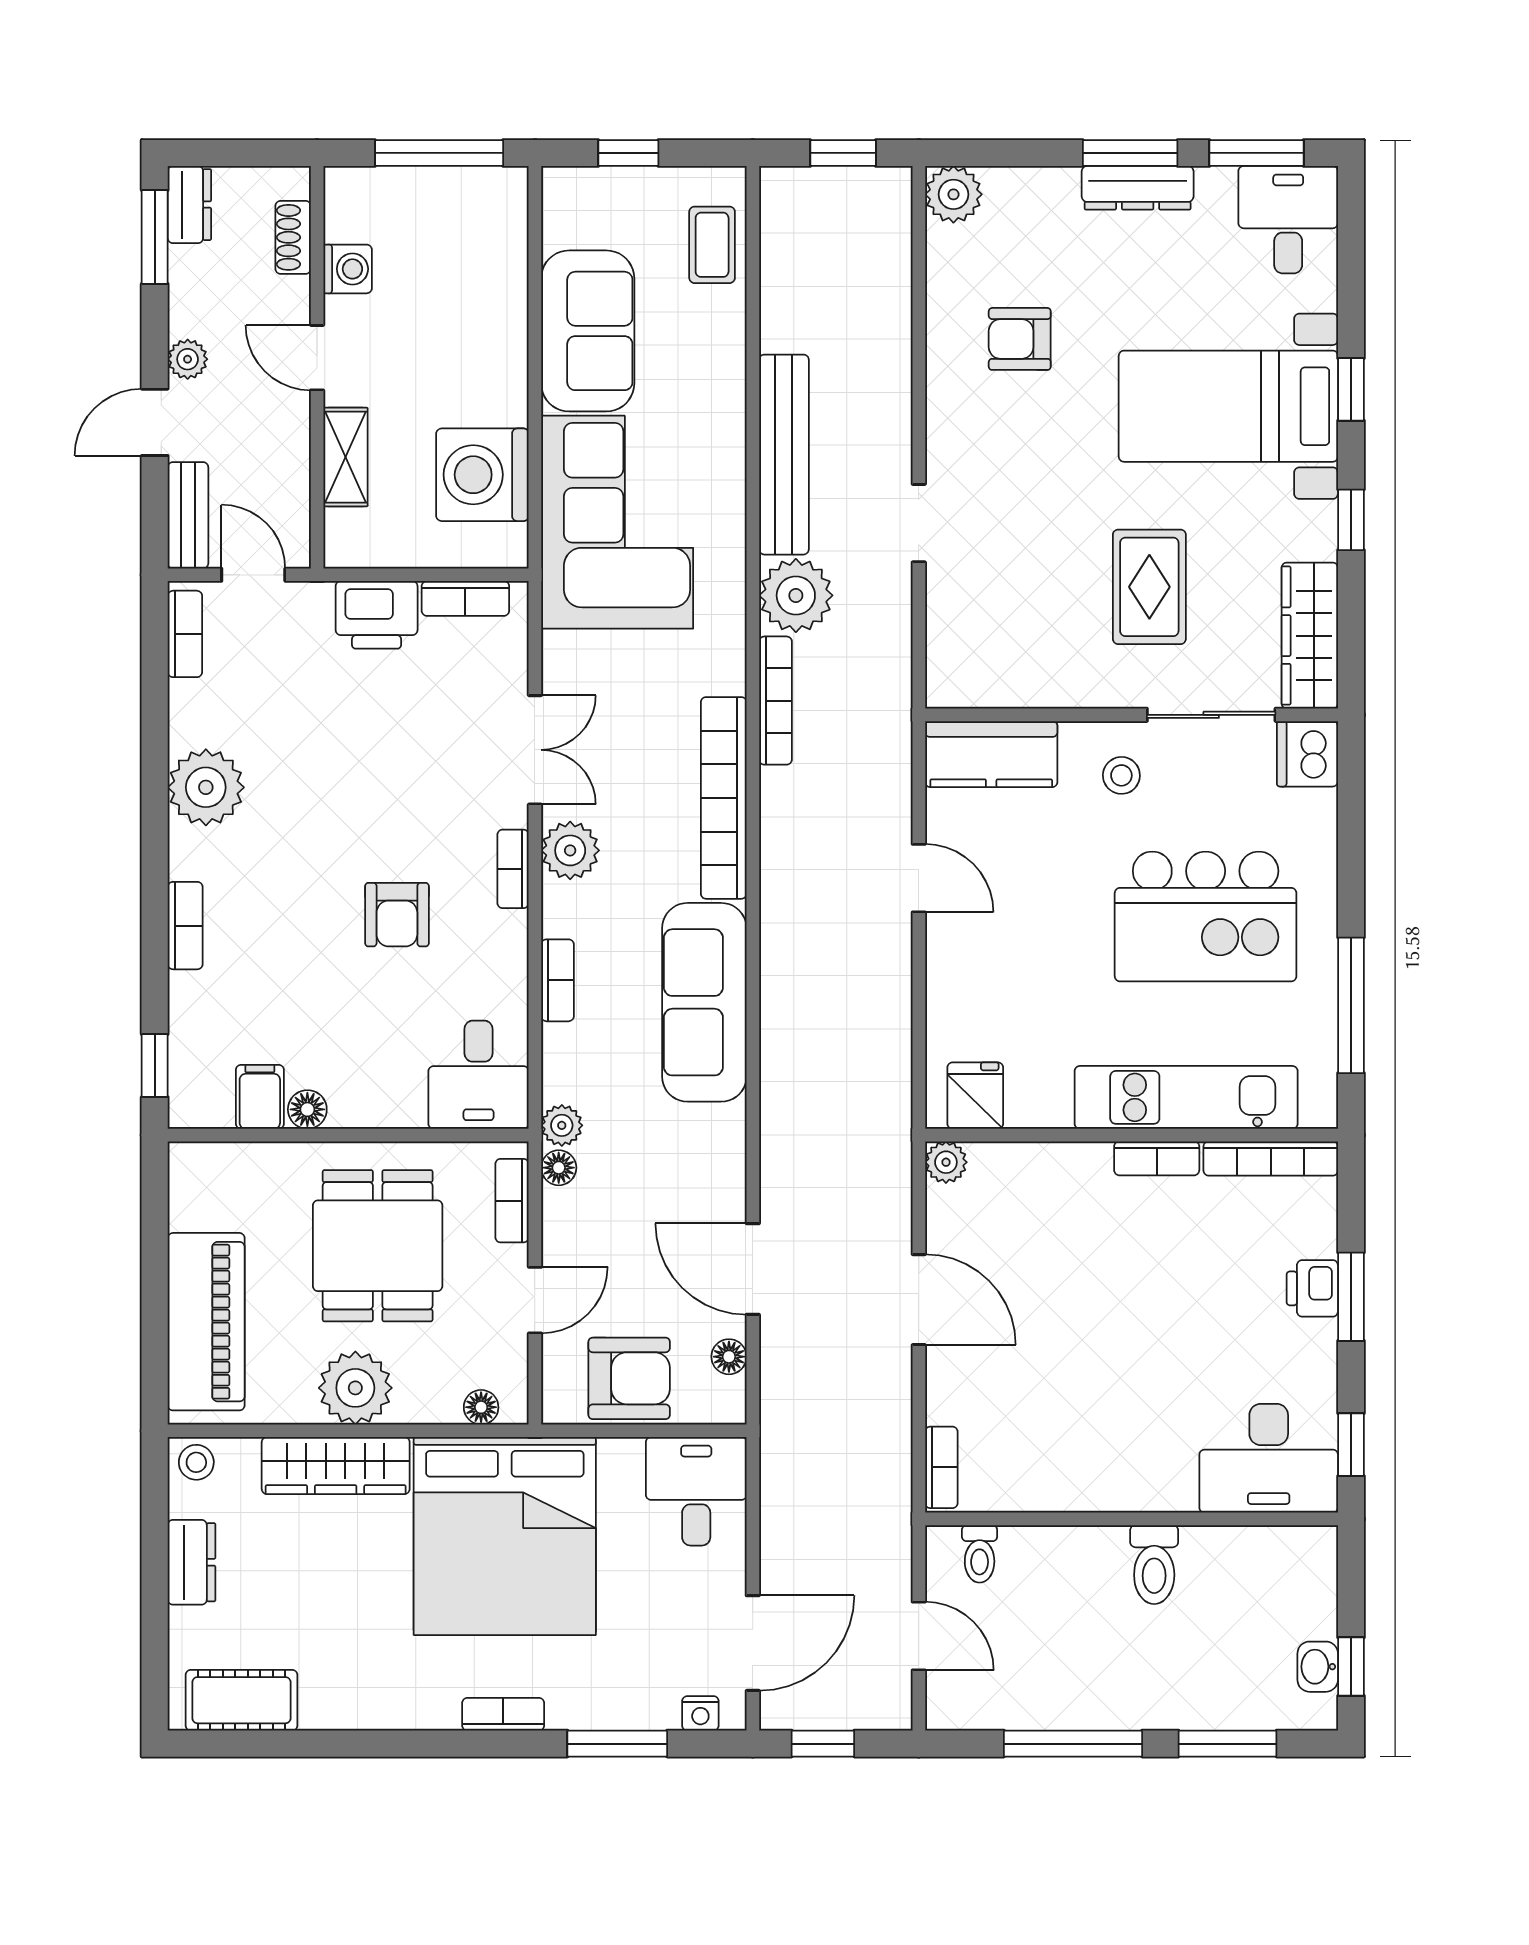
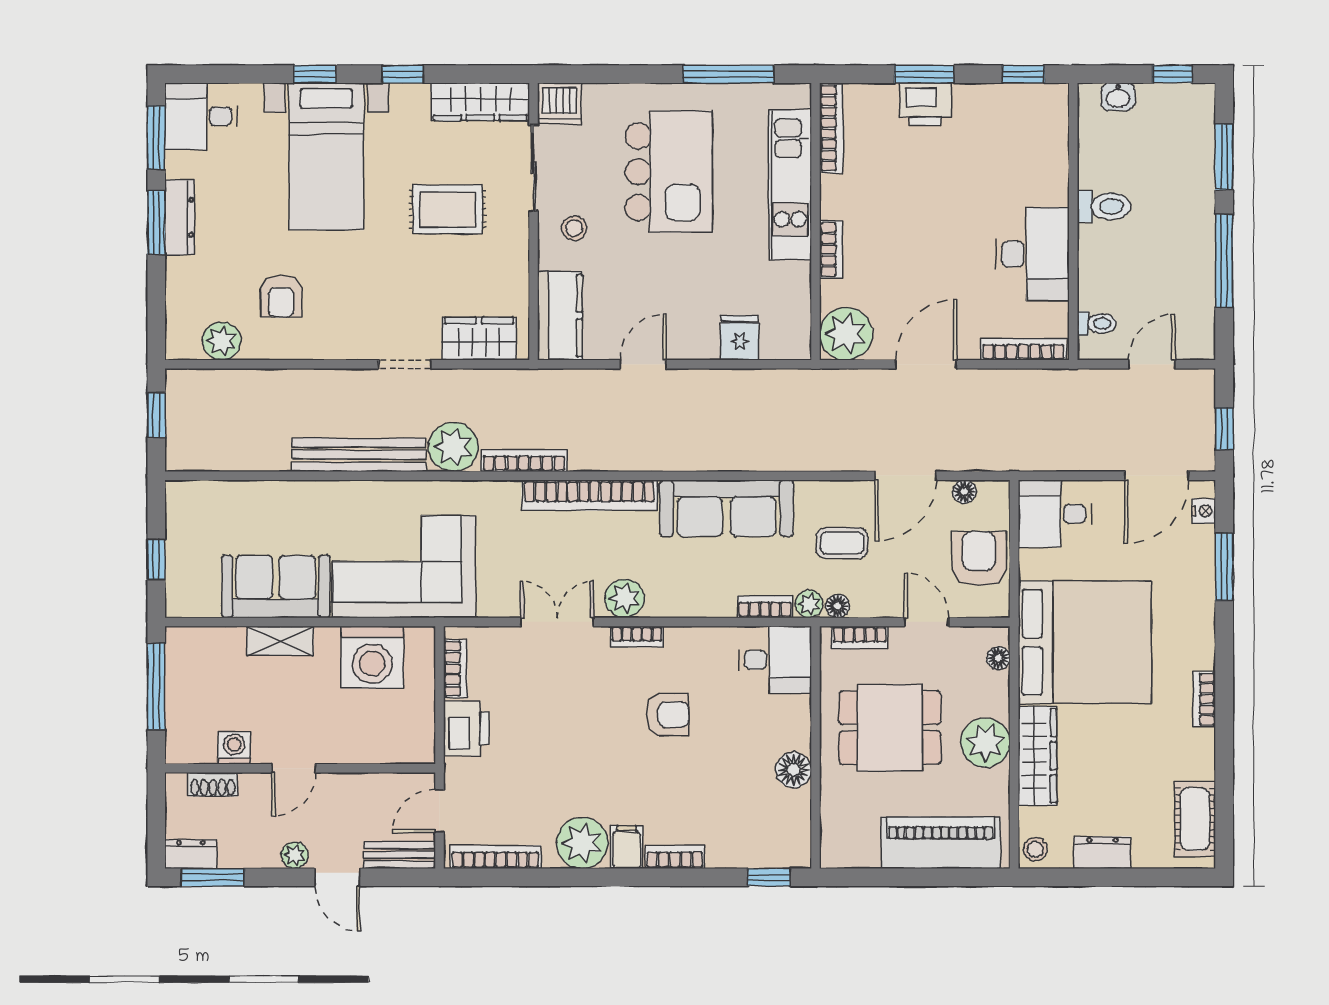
plant: (953, 194) -> (222, 341), moved
coffee table: (712, 245) -> (842, 543), moved
shelving: (345, 457) -> (280, 641), moved
bookcase: (185, 634) -> (496, 857), width x1.56
wardrobe: (957, 634) -> (479, 339), added
bookcase: (558, 980) -> (765, 607), moved
fridge: (975, 1096) -> (740, 338), moved, turned 90
filing cabinet: (260, 1097) -> (627, 847), moved, turned 90
floor lamp: (307, 1109) -> (794, 770), width x1.37, depth x1.37
bookcase: (1157, 1158) -> (831, 249), moved
plant: (946, 1162) -> (846, 334), width x1.88, depth x1.88
printer: (1312, 1288) -> (925, 104), width x1.36, depth x1.24
desk: (1269, 1458) -> (1033, 254), moved
bookcase: (941, 1467) -> (1023, 349), width x1.56
door: (753, 1643) -> (1157, 476), swing flipped
washbasin: (1318, 1667) -> (1118, 96), moved
bookcase: (503, 1714) -> (1204, 699), moved

